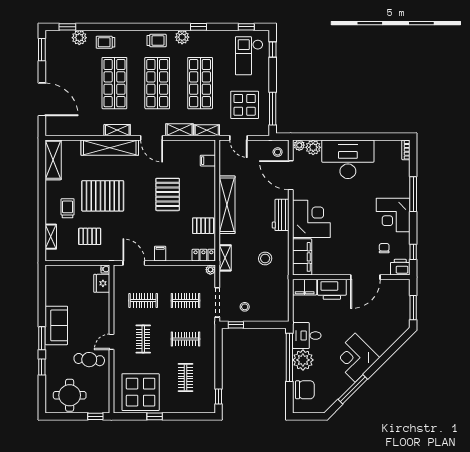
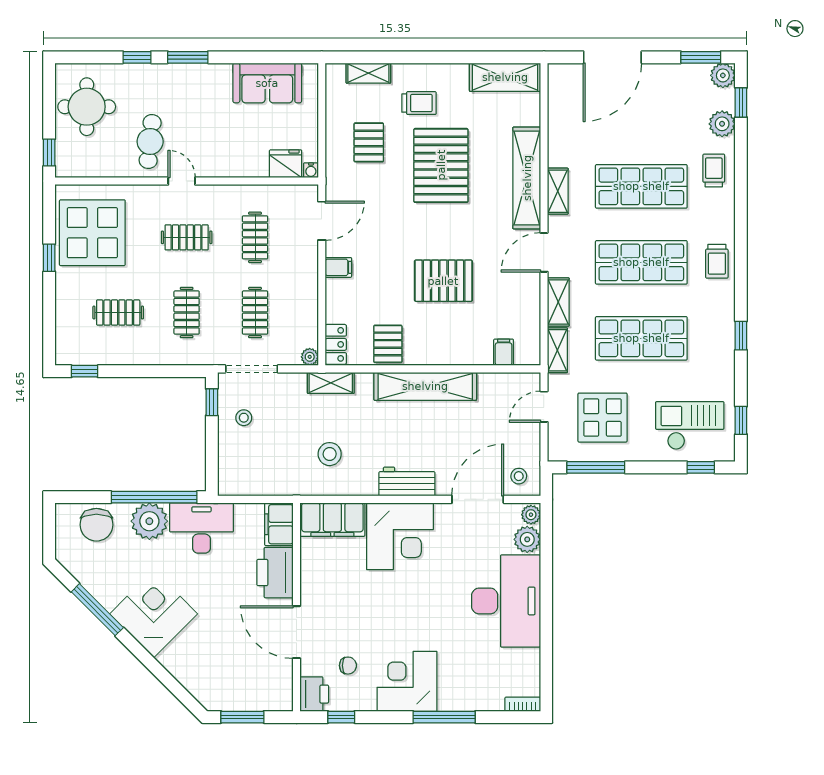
plant: (182, 37) -> (723, 75), moved
sofa: (56, 325) -> (267, 83), moved
desk: (307, 336) -> (201, 528), width x1.37

